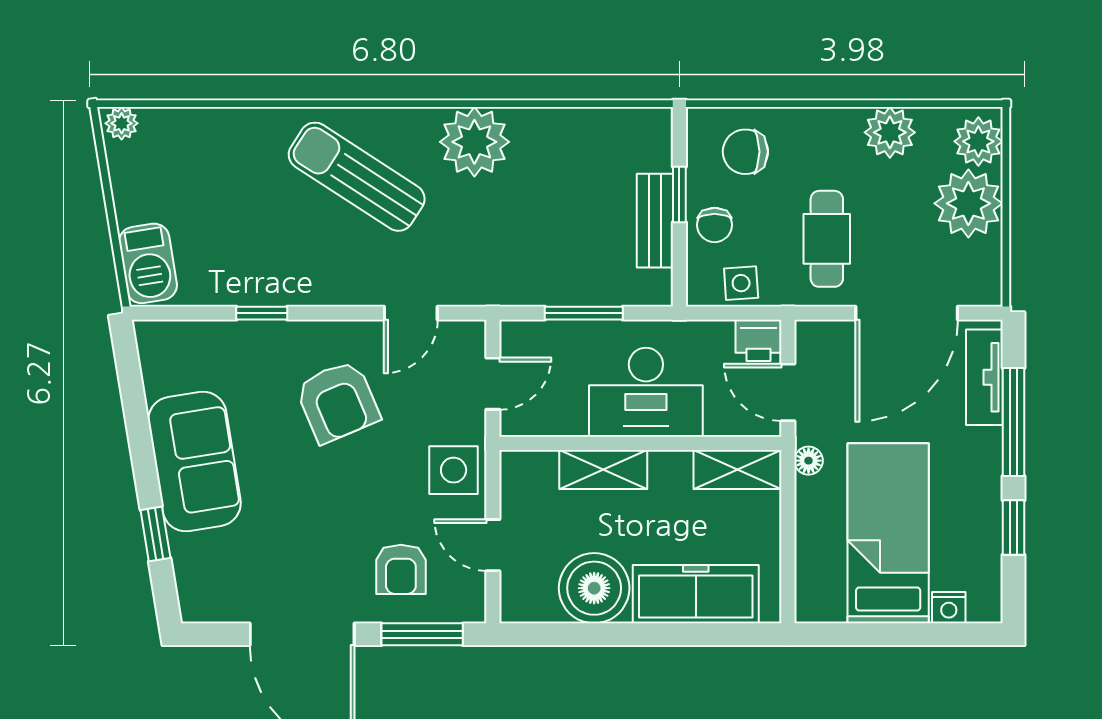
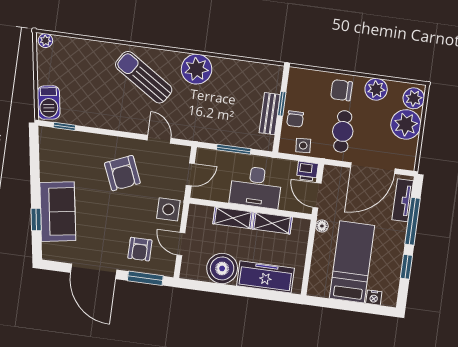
chair: (745, 152) -> (341, 90), moved
window: (262, 313) -> (64, 126), moved
door: (411, 313) -> (159, 139), swing flipped
sofa: (194, 462) -> (58, 212), moved
shelving: (738, 470) -> (272, 223), moved

